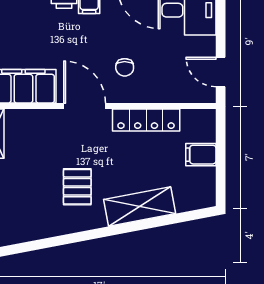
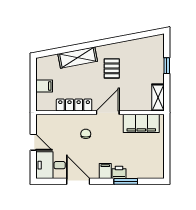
door: (221, 72) -> (33, 142), moved
door: (85, 106) -> (108, 113), swing flipped

